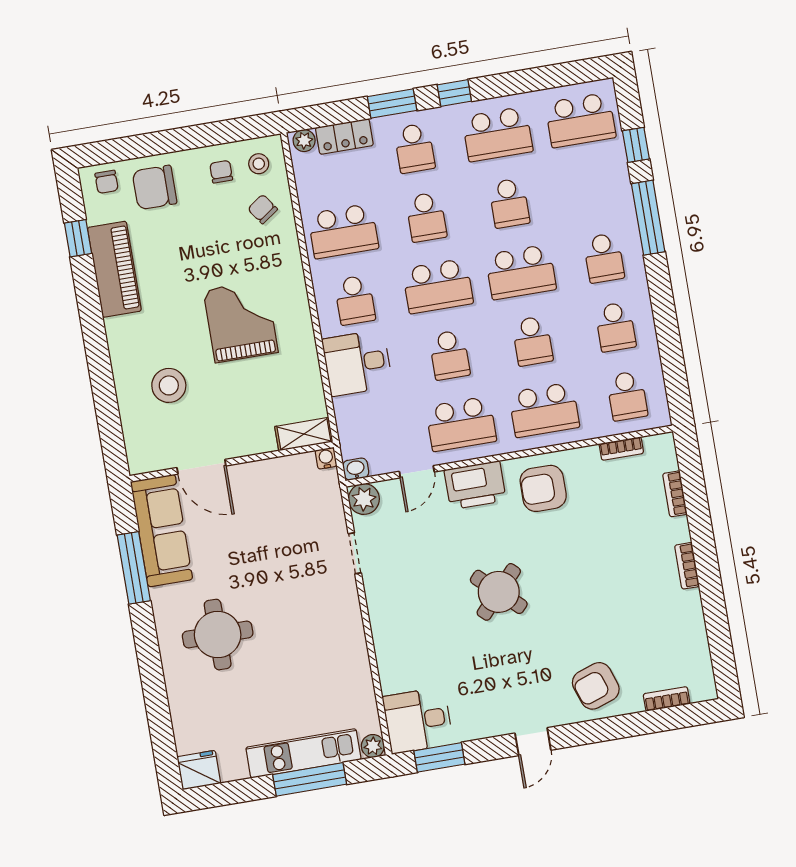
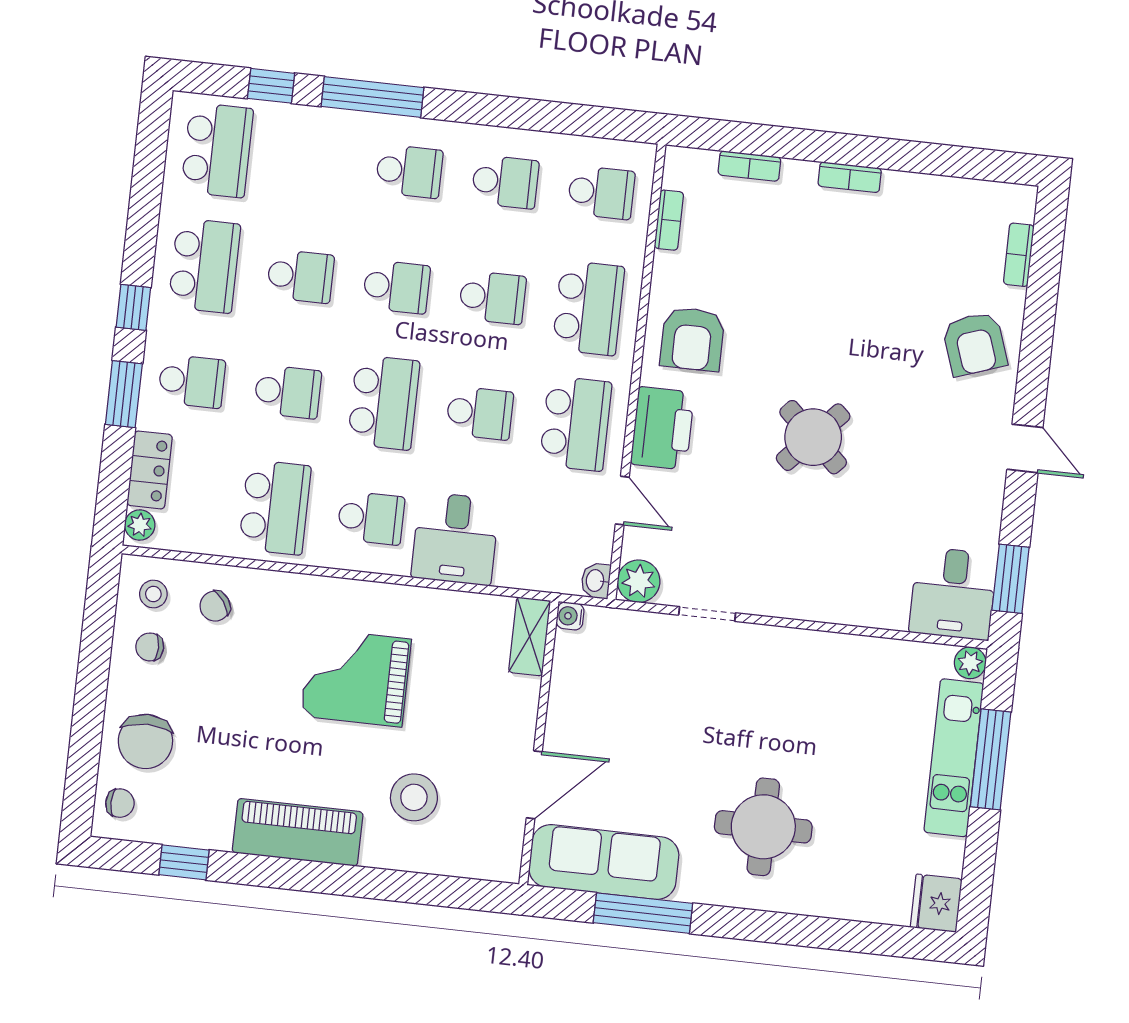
piano: (114, 269) -> (298, 832), moved
school desk: (521, 272) -> (396, 287), width x0.54

